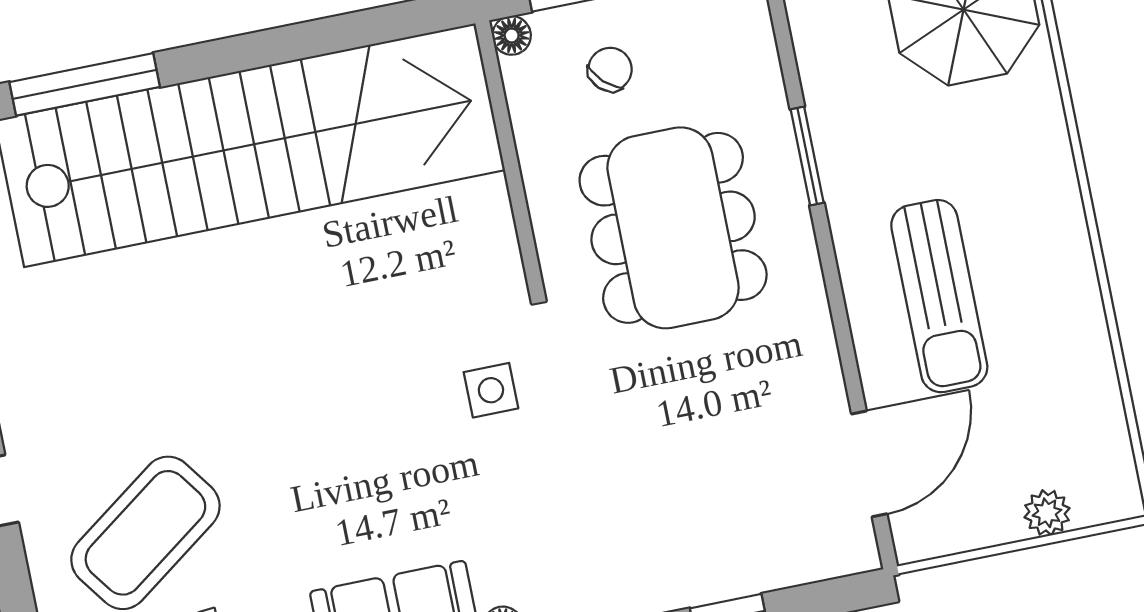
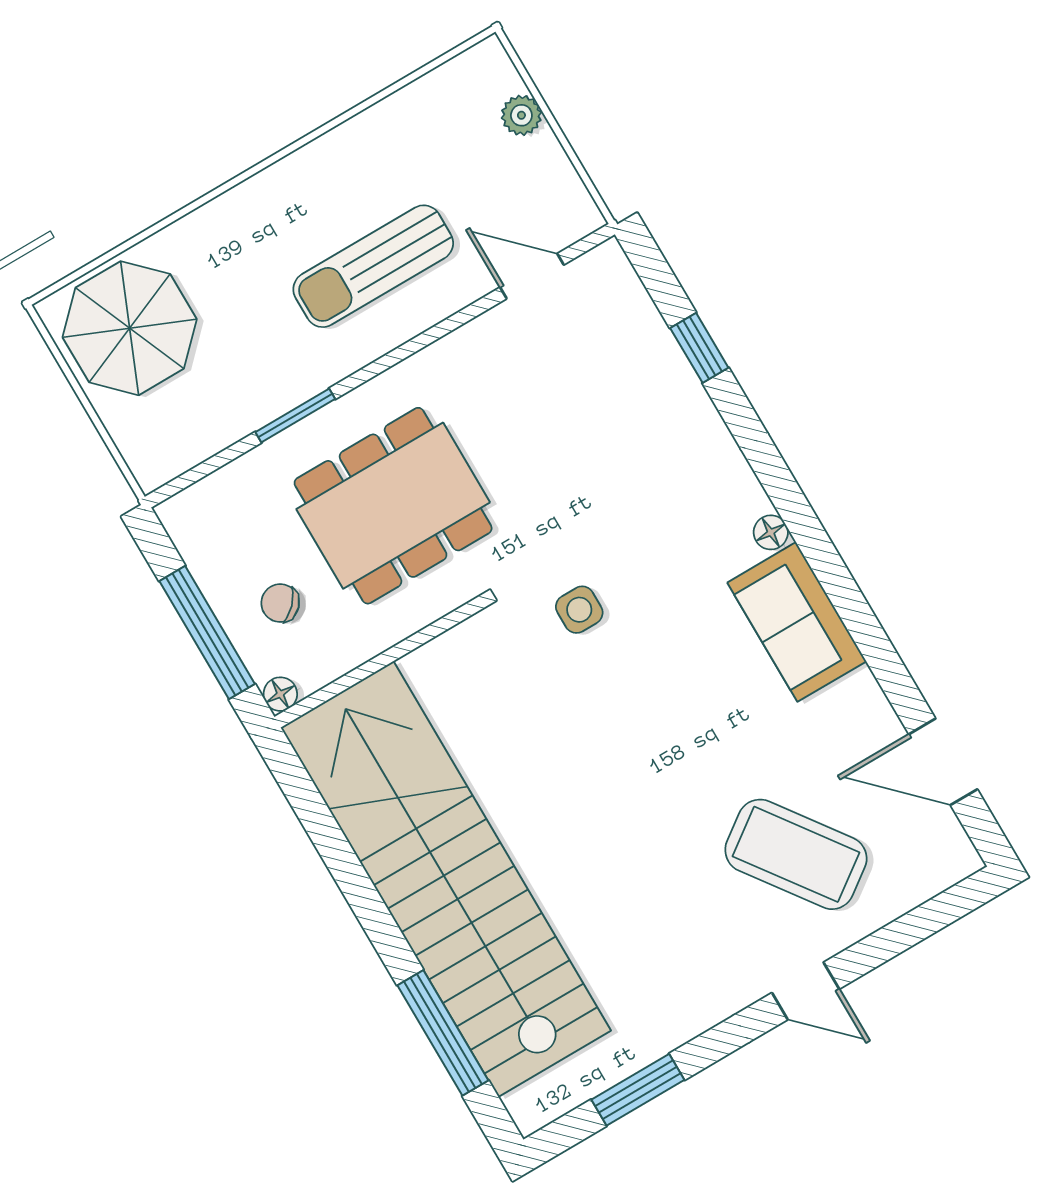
sun lounger: (939, 296) -> (373, 266), turned 180
door: (869, 464) -> (532, 276), width x0.73

